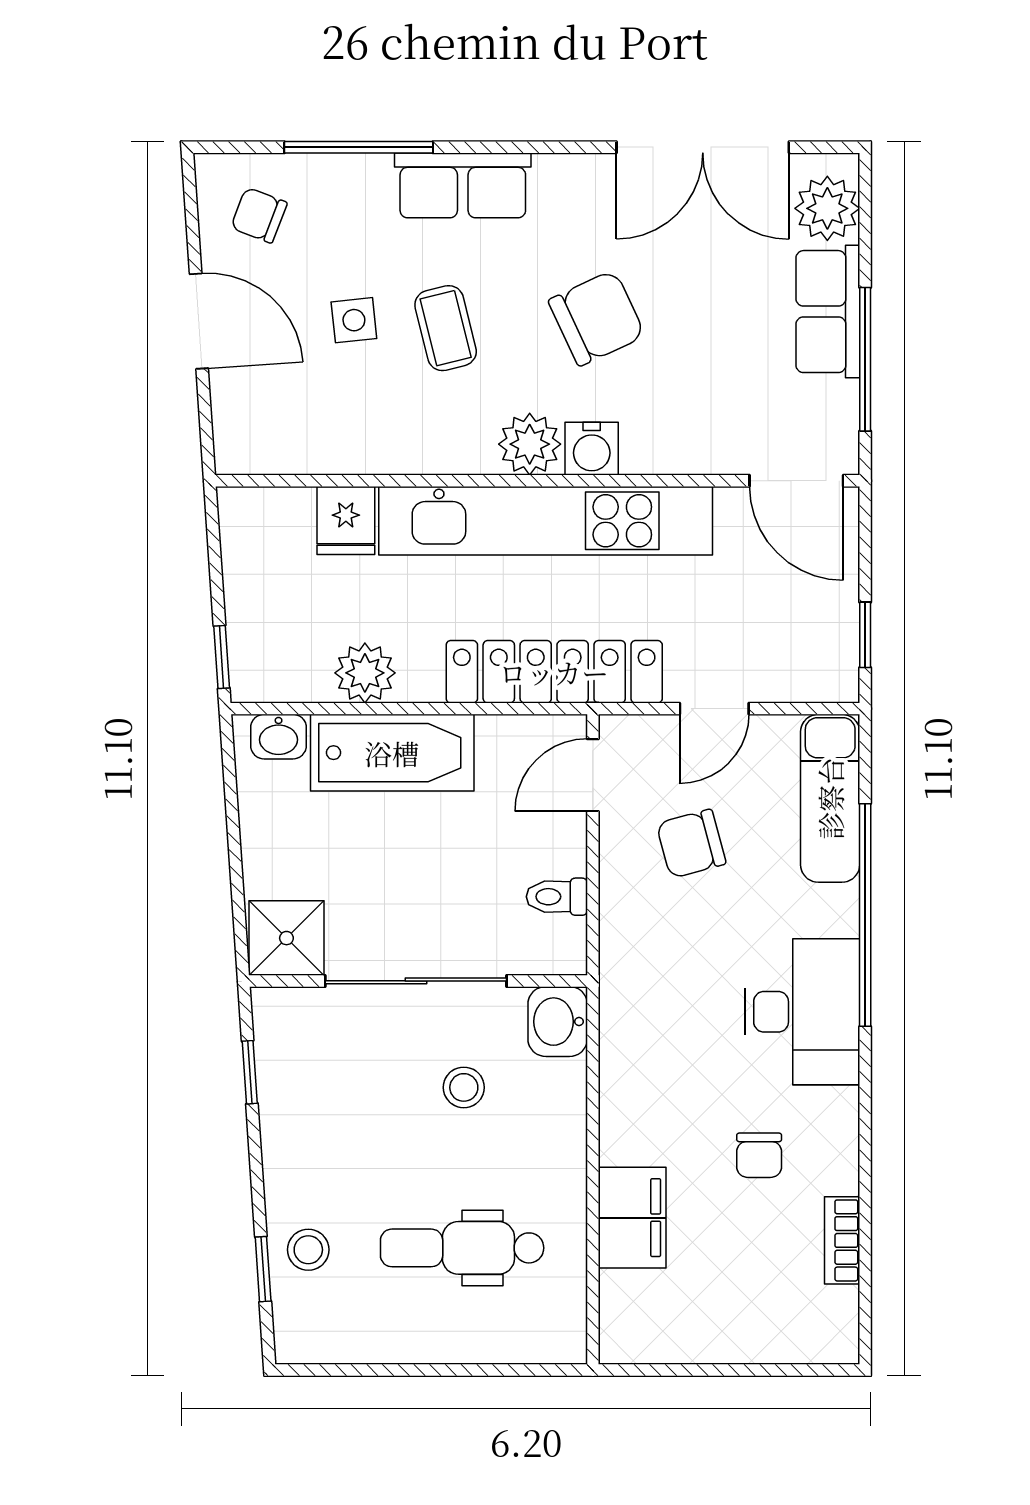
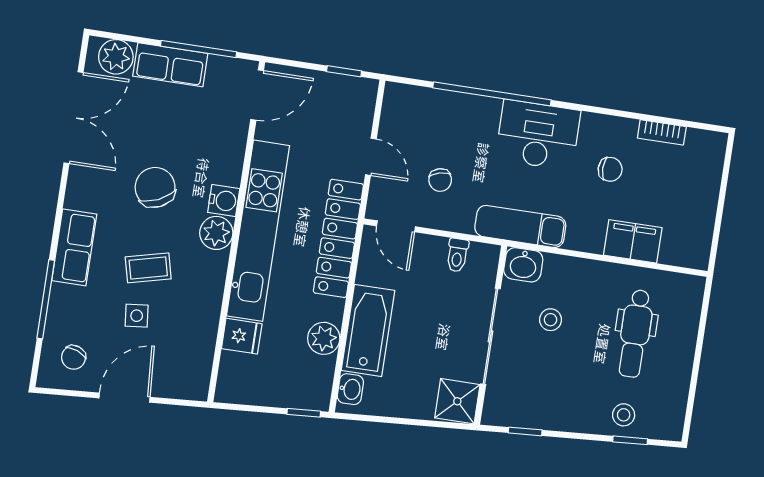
exam couch: (830, 798) -> (520, 226), moved, turned 180
chair: (691, 844) -> (440, 180), width x0.73, depth x0.73

